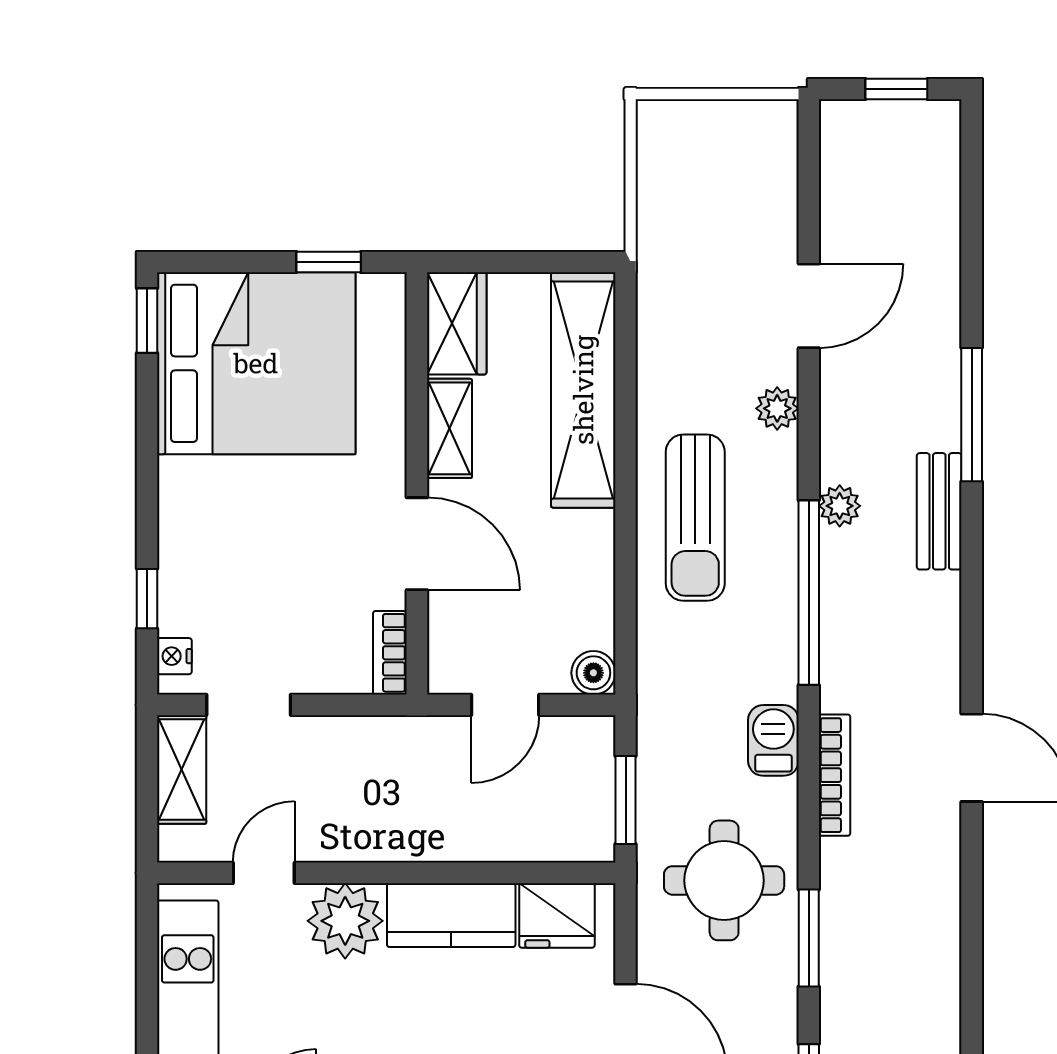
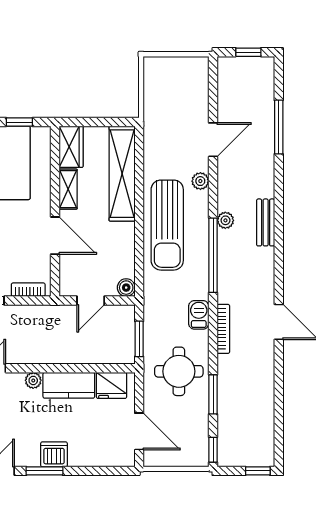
window: (972, 415) -> (279, 127), moved
sun lounger: (695, 518) -> (167, 225), width x1.36, depth x1.34
bookcase: (390, 653) -> (28, 290), moved, turned 90
plant: (345, 921) -> (33, 380), width x0.53, depth x0.53

